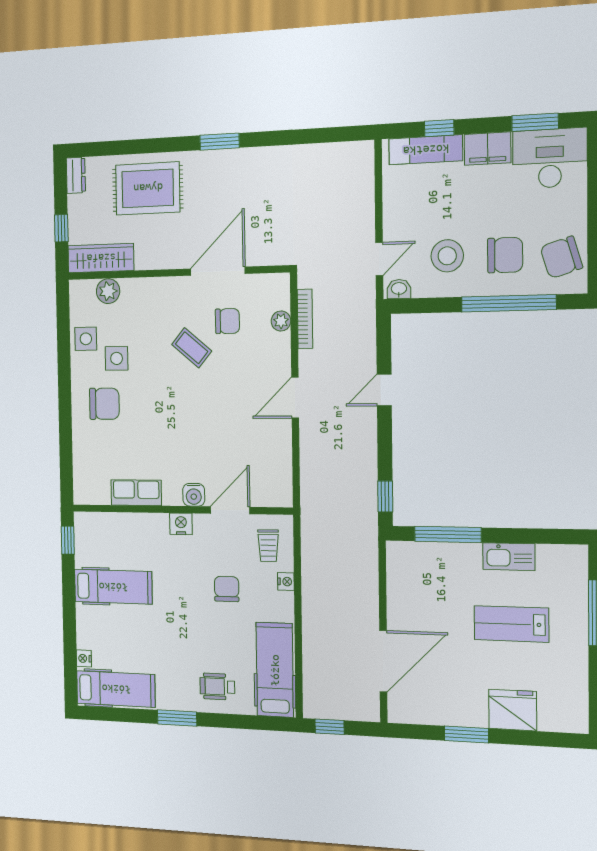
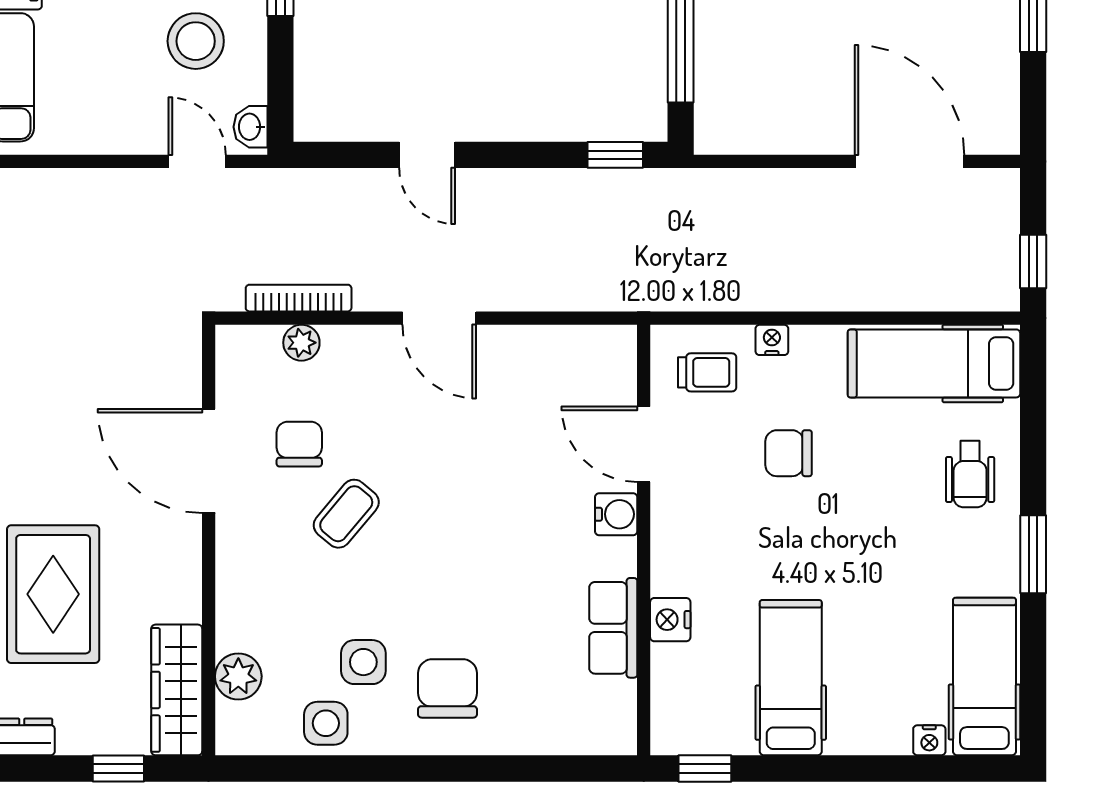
nightstand: (181, 524) -> (670, 620), moved

